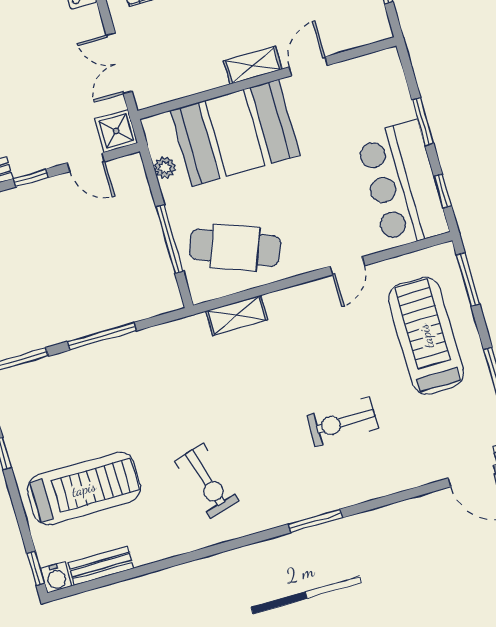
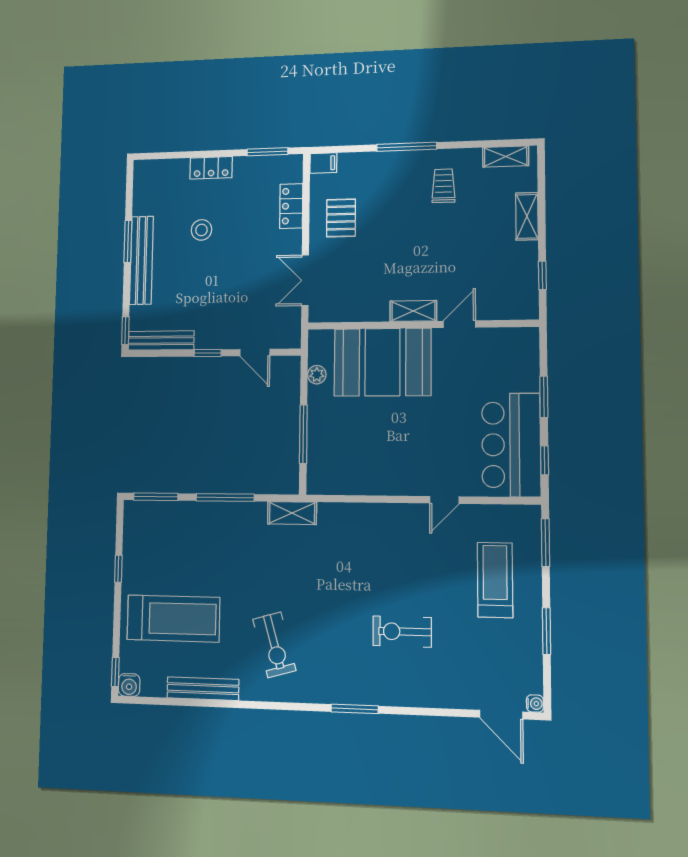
shower: (116, 131) -> (286, 334), removed
cafe table: (235, 248) -> (355, 457), removed
shelving: (237, 315) -> (292, 513), moved
treadmill: (426, 336) -> (495, 580), width x0.73, depth x0.73
bench: (101, 566) -> (203, 689), moved, width x1.36

